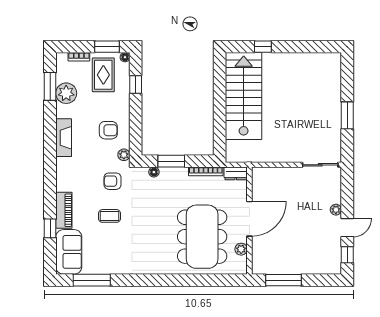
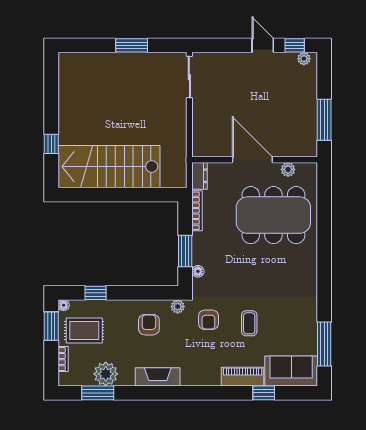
plant: (336, 210) -> (304, 59), moved

